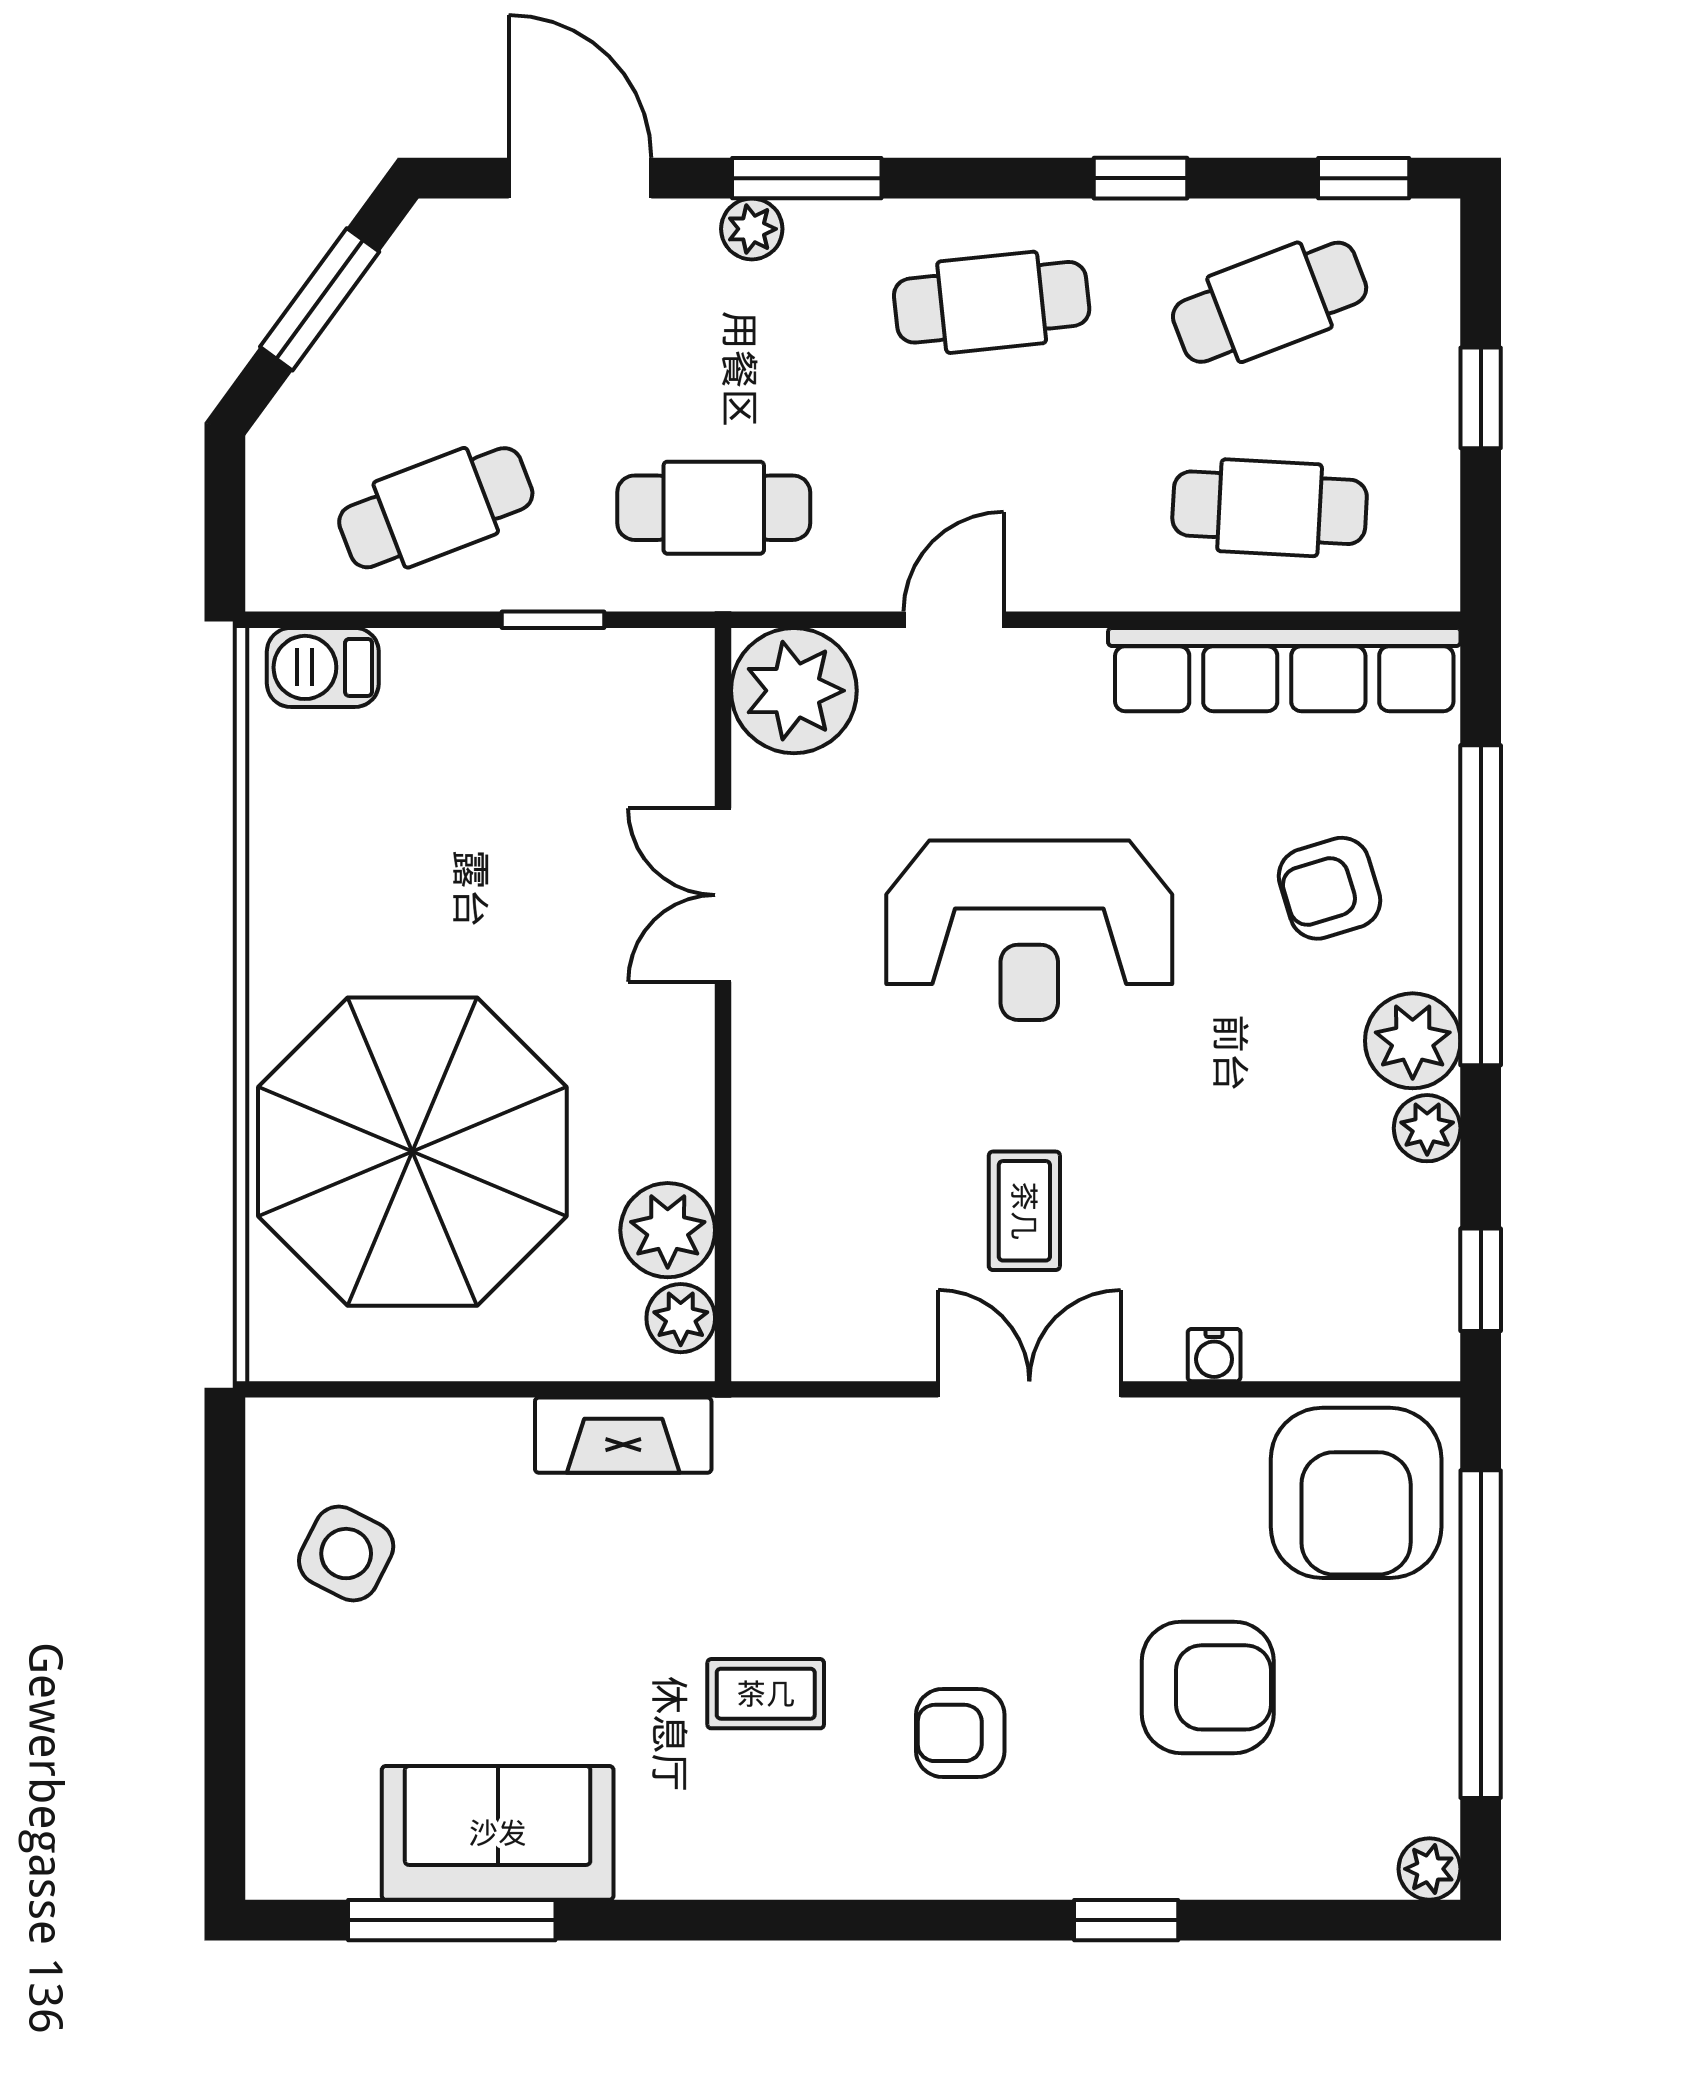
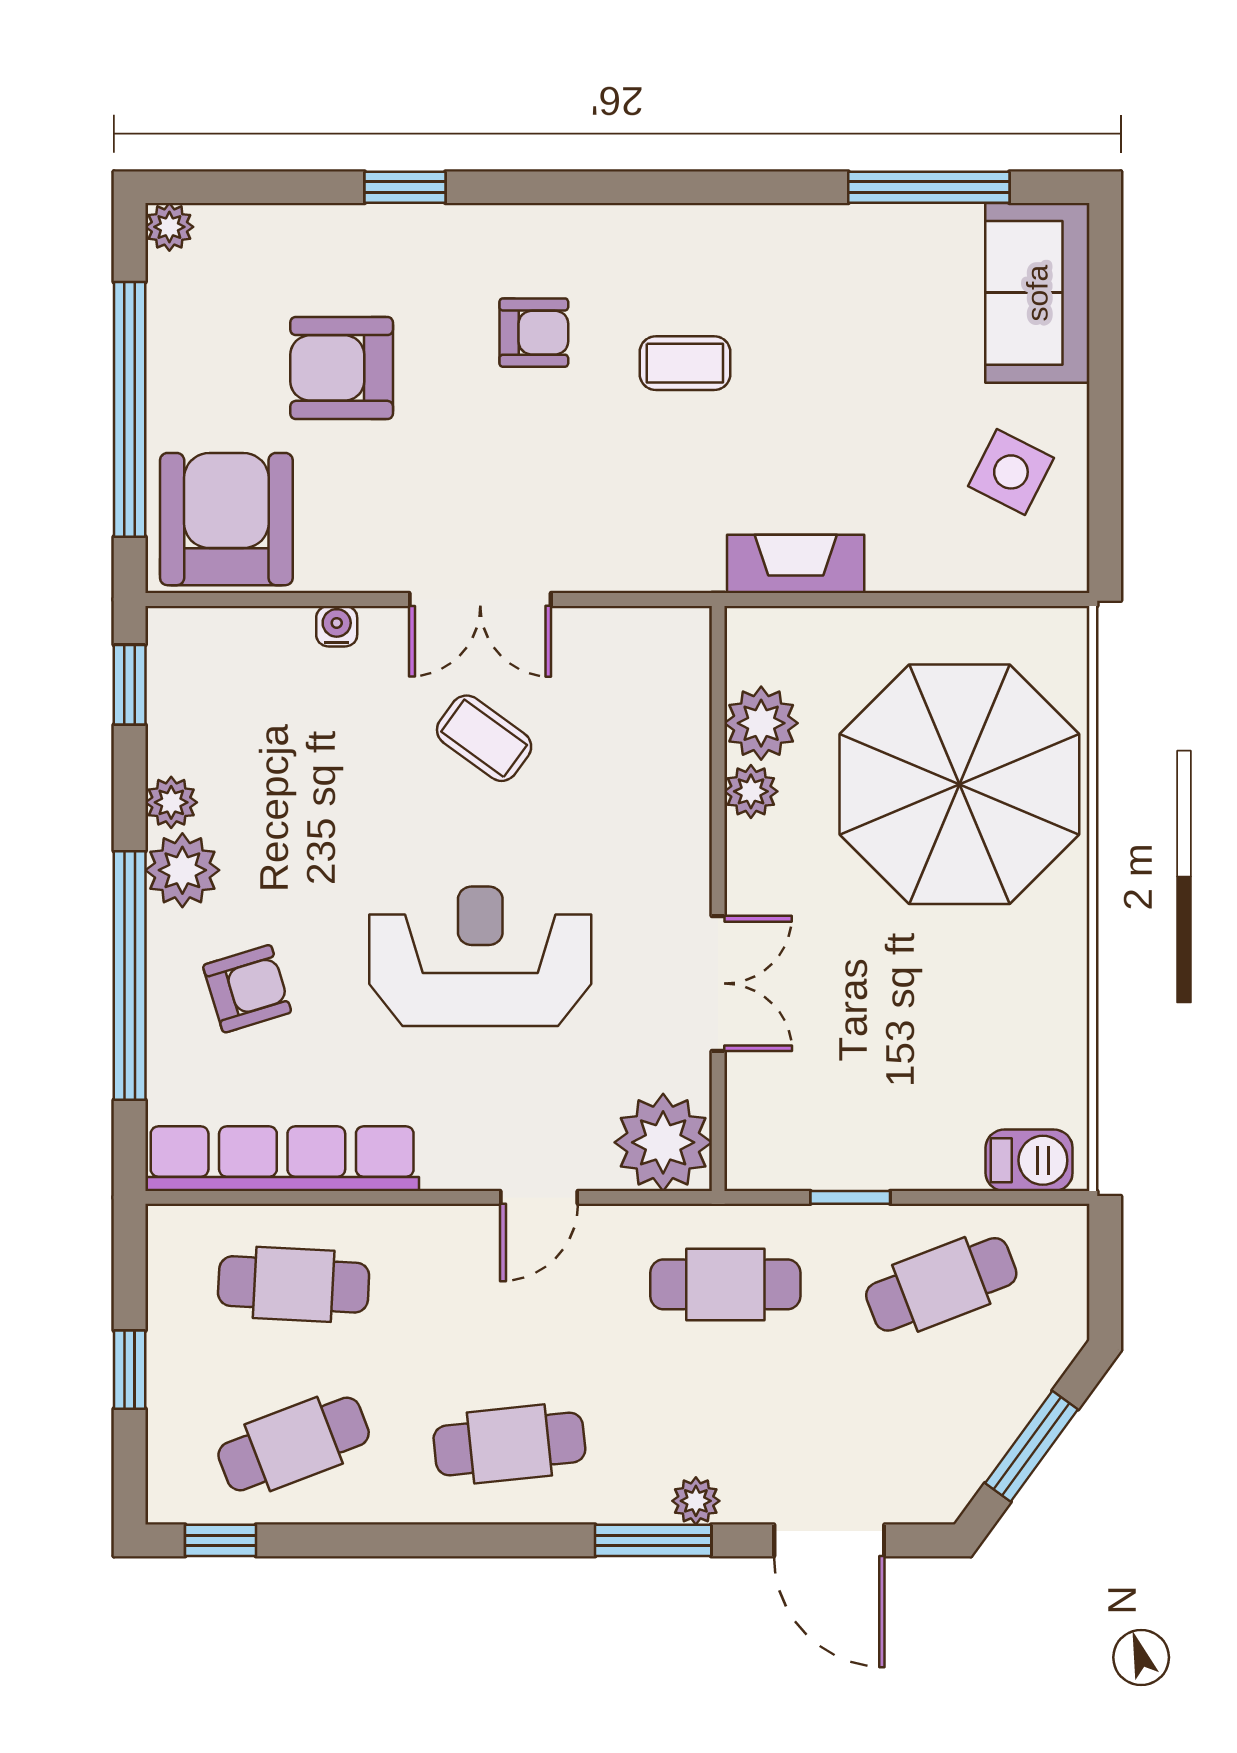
window: (1141, 178) -> (394, 1540), removed
coffee table: (1024, 1211) -> (484, 738), turned -54
plant: (681, 1318) -> (751, 791), moved
sofa: (498, 1833) -> (1037, 293), moved, turned 90

